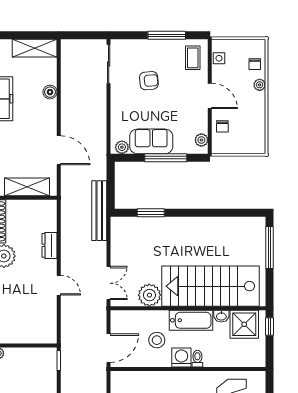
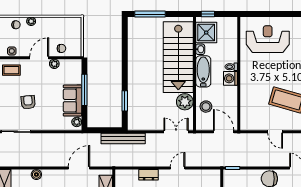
plant: (201, 140) -> (54, 64), moved
stool: (157, 340) -> (206, 107), moved

